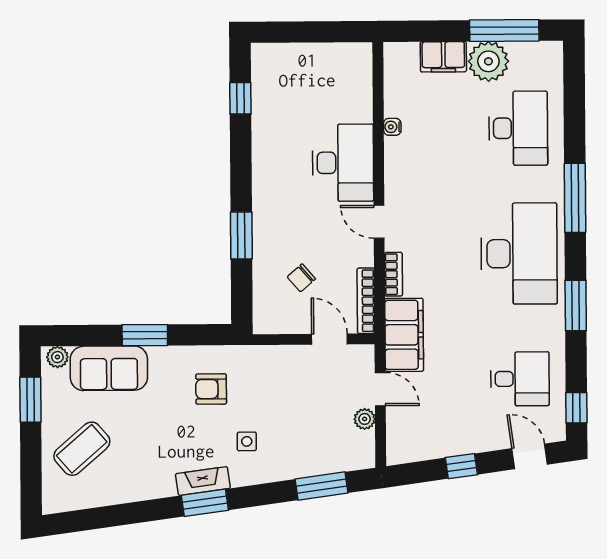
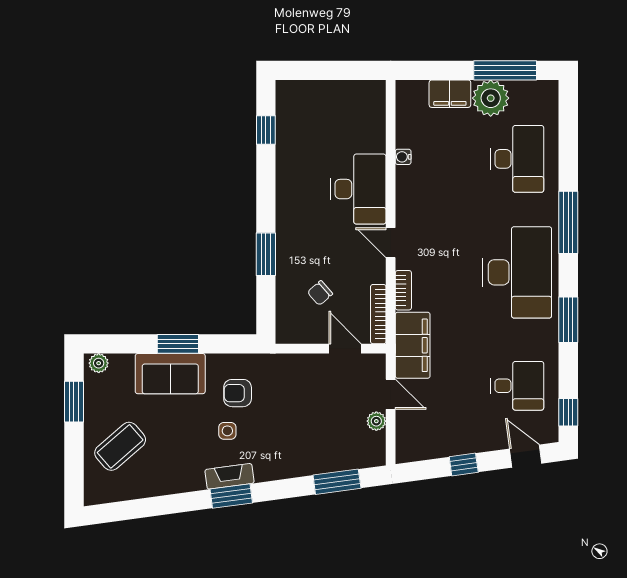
sofa: (109, 368) -> (170, 374), moved
side table: (247, 441) -> (227, 431), moved

